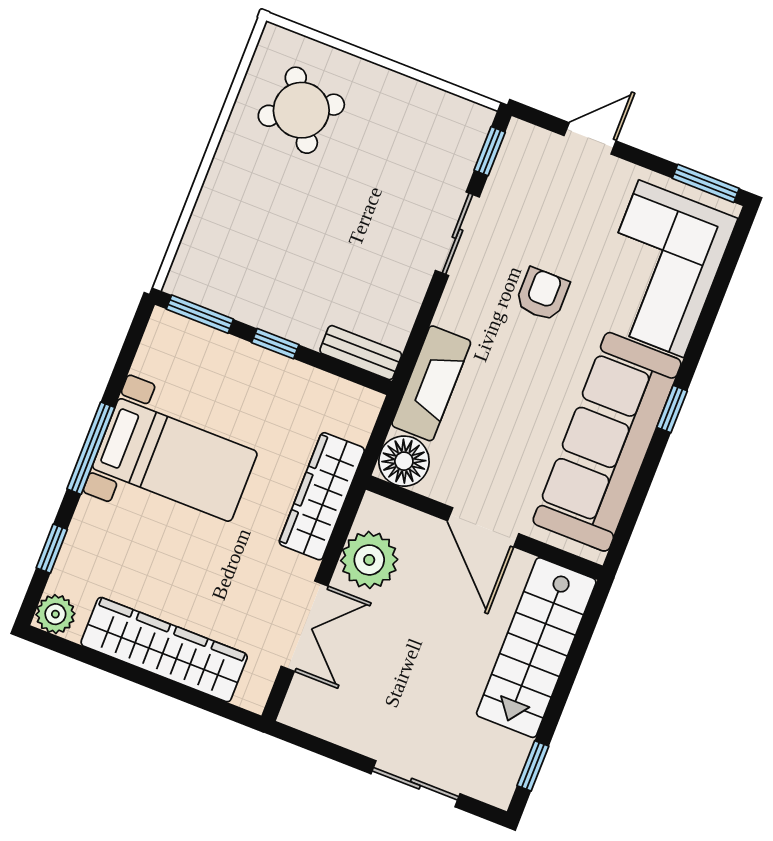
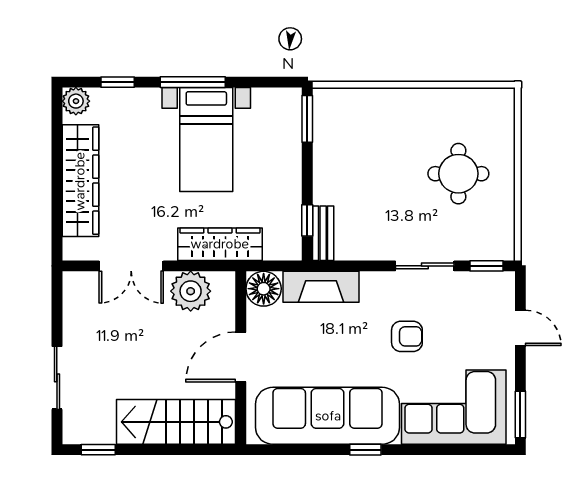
round table: (301, 110) -> (458, 174), moved, turned 31
window: (275, 344) -> (307, 220), moved

